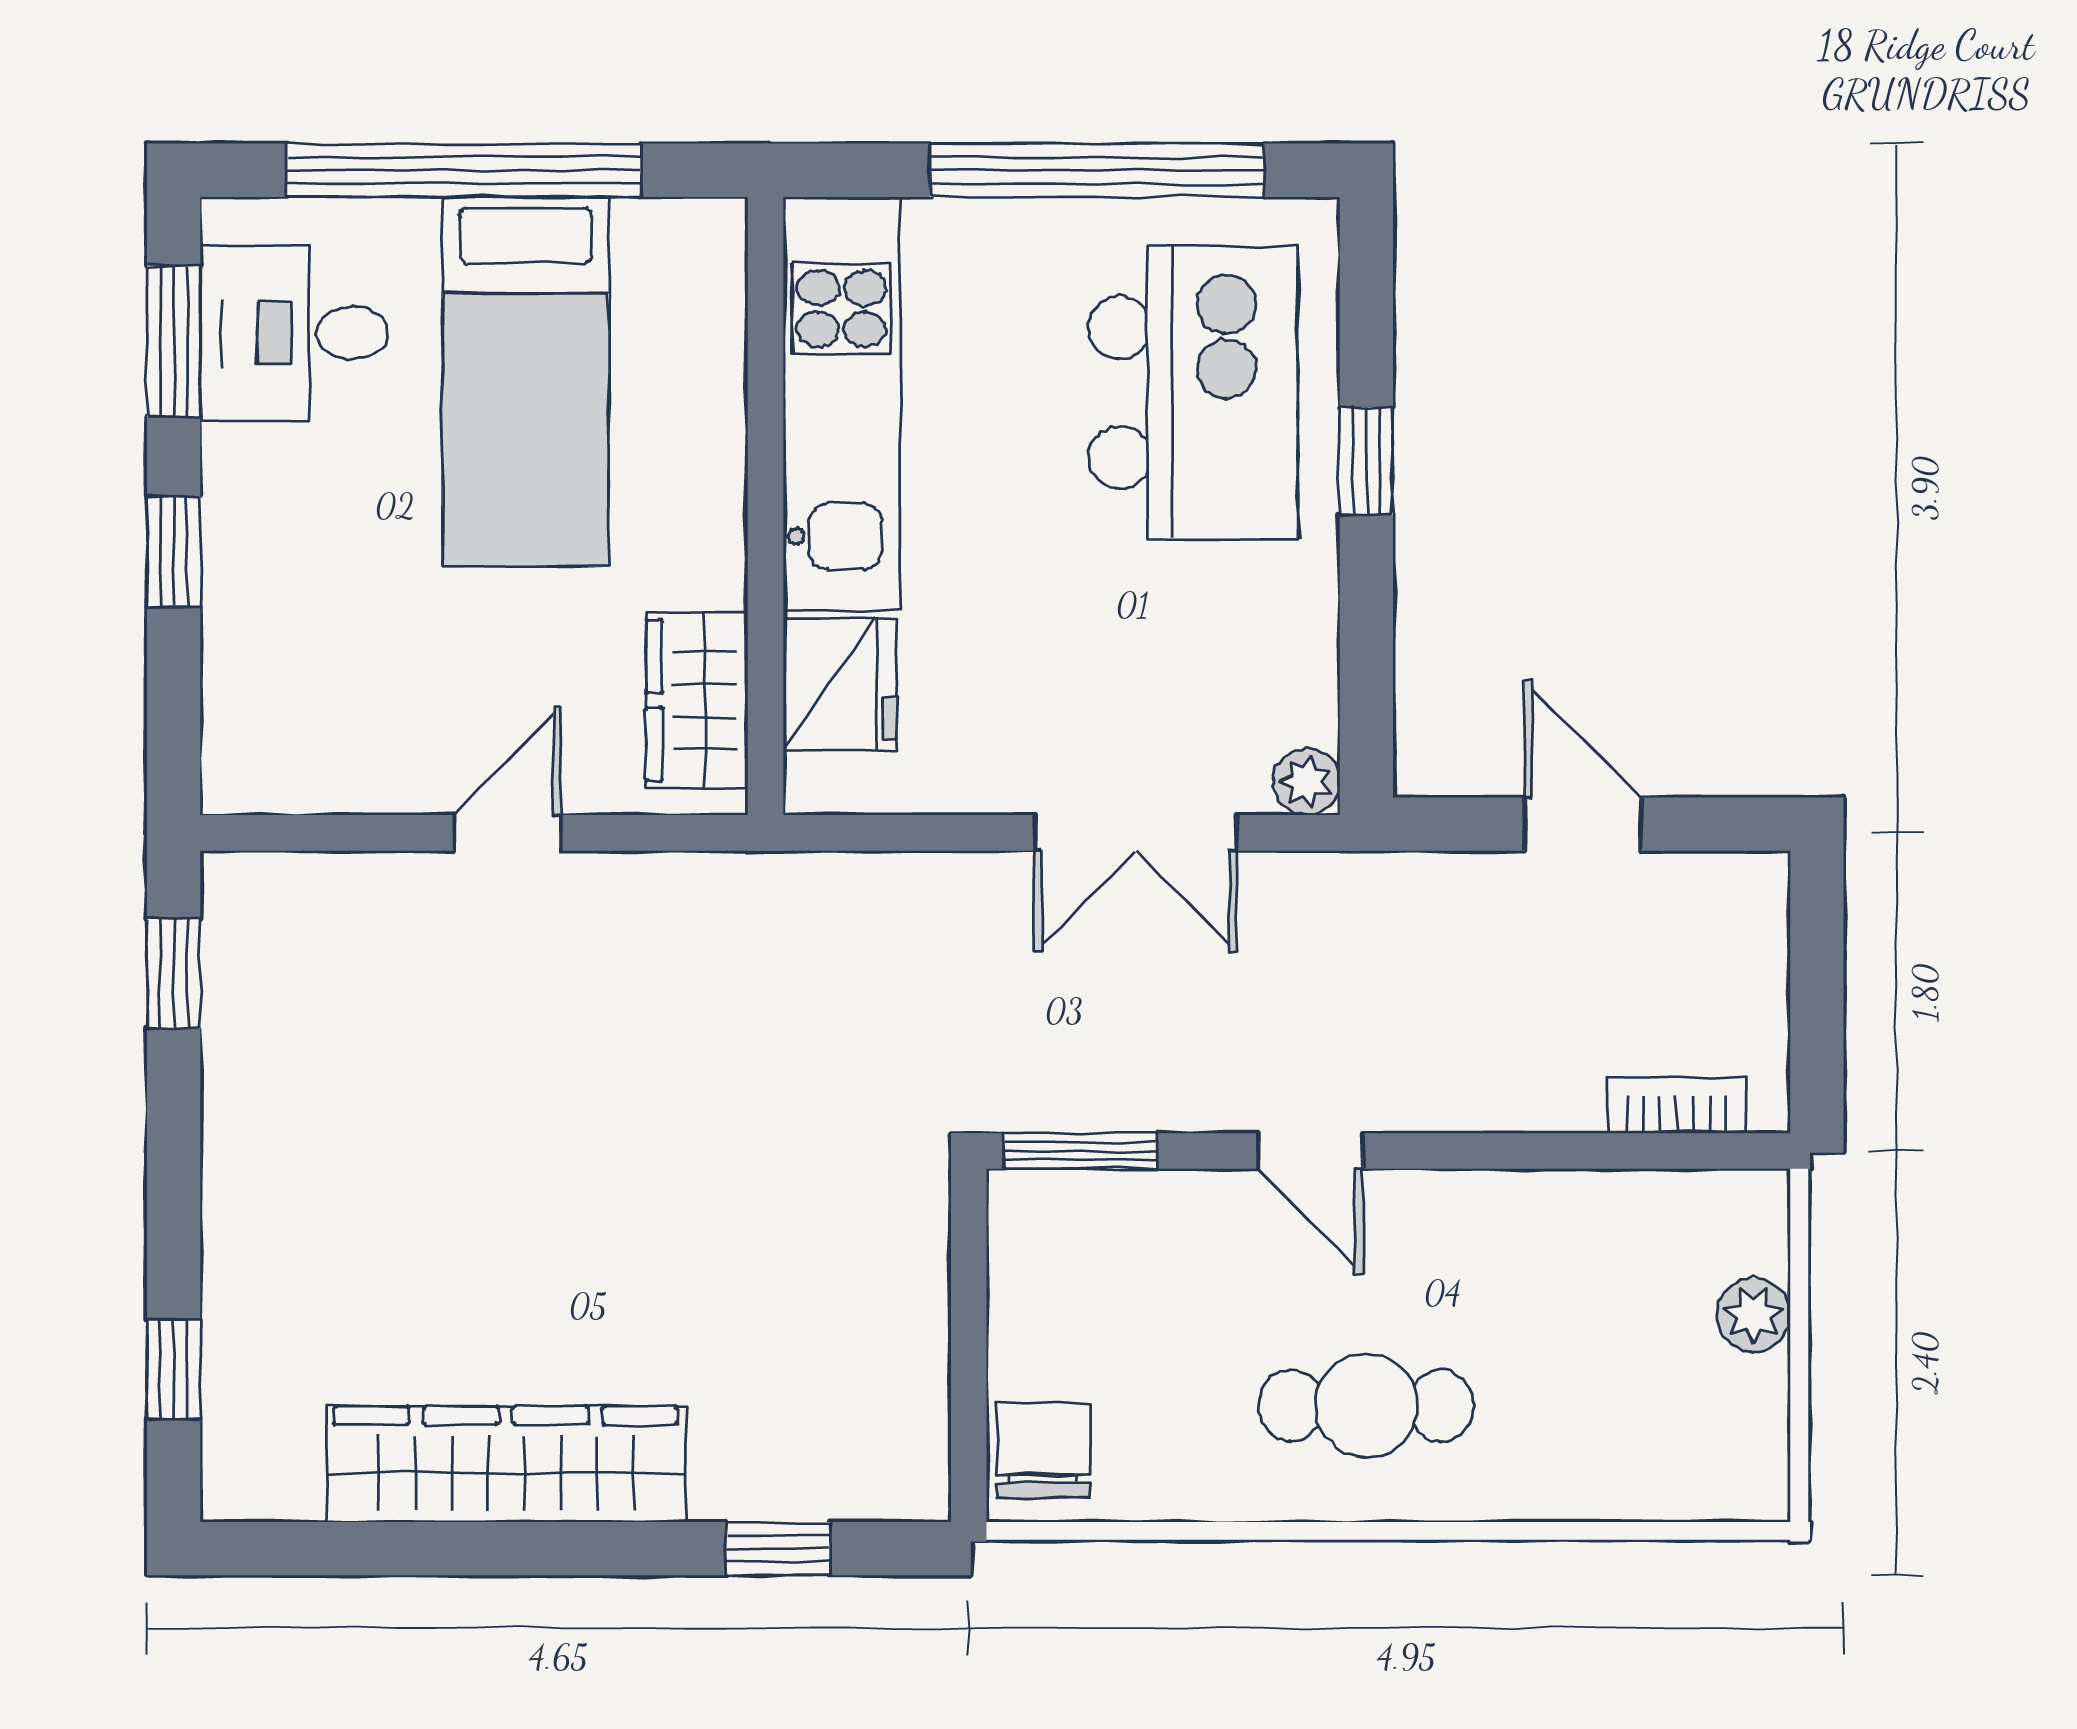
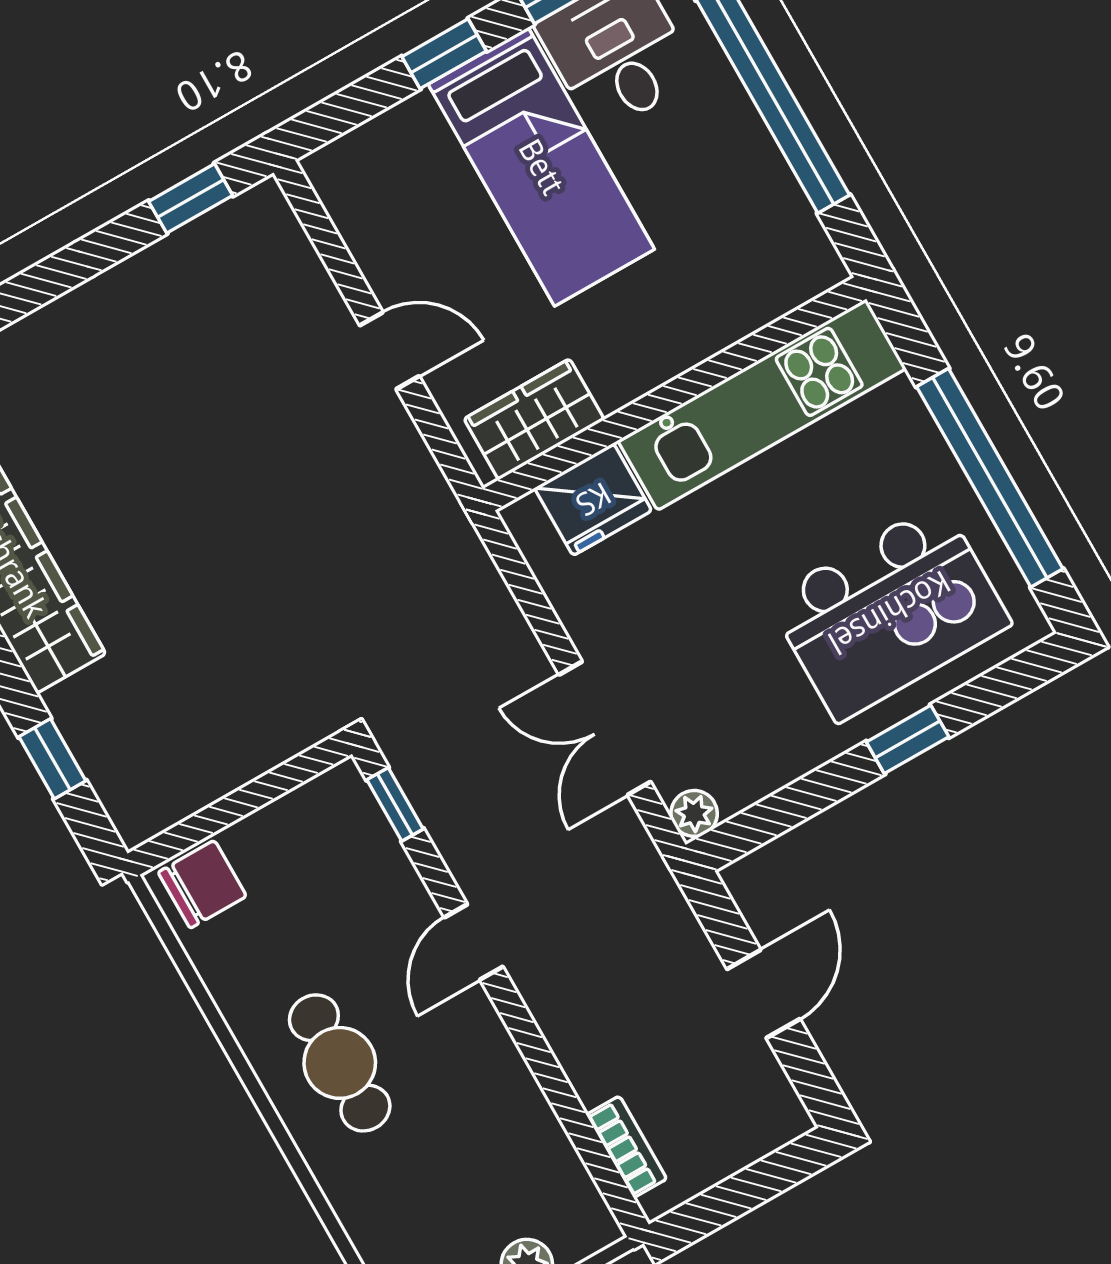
bed: (526, 382) -> (541, 167), moved, turned -90
window: (1081, 1151) -> (395, 804), width x0.67

